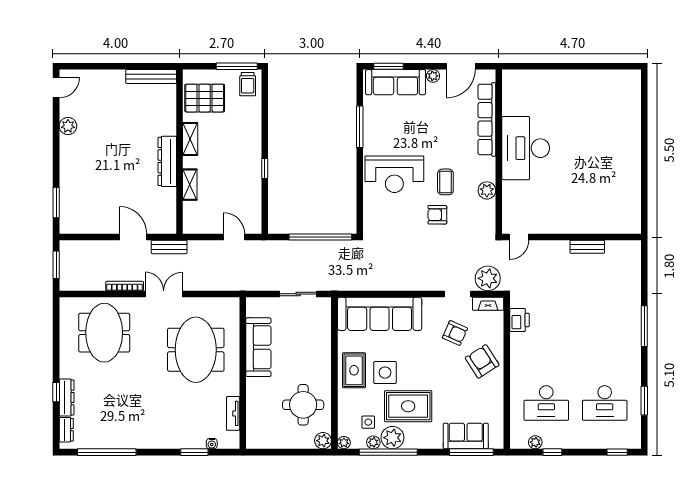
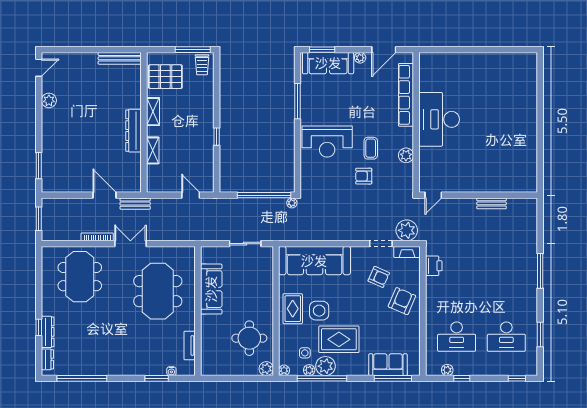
plant: (353, 246) -> (292, 203), added
armchair: (482, 361) -> (402, 301), turned 56

